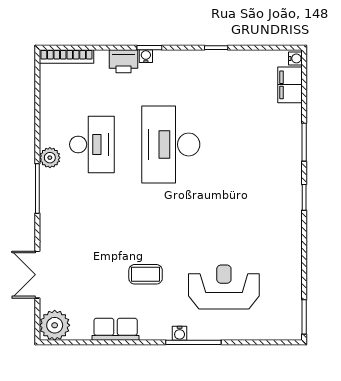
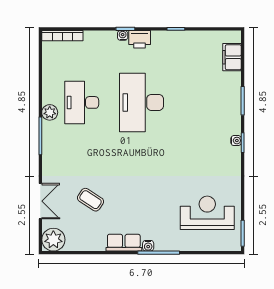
water cooler: (295, 58) -> (236, 141), moved
printer: (124, 61) -> (140, 39), moved
desk: (92, 144) -> (82, 102), turned 180
coffee table: (146, 274) -> (90, 200), moved, turned 33
double door: (37, 275) -> (40, 201), swing flipped
reception desk: (224, 287) -> (207, 213), moved
row of seats: (116, 329) -> (124, 243), moved

